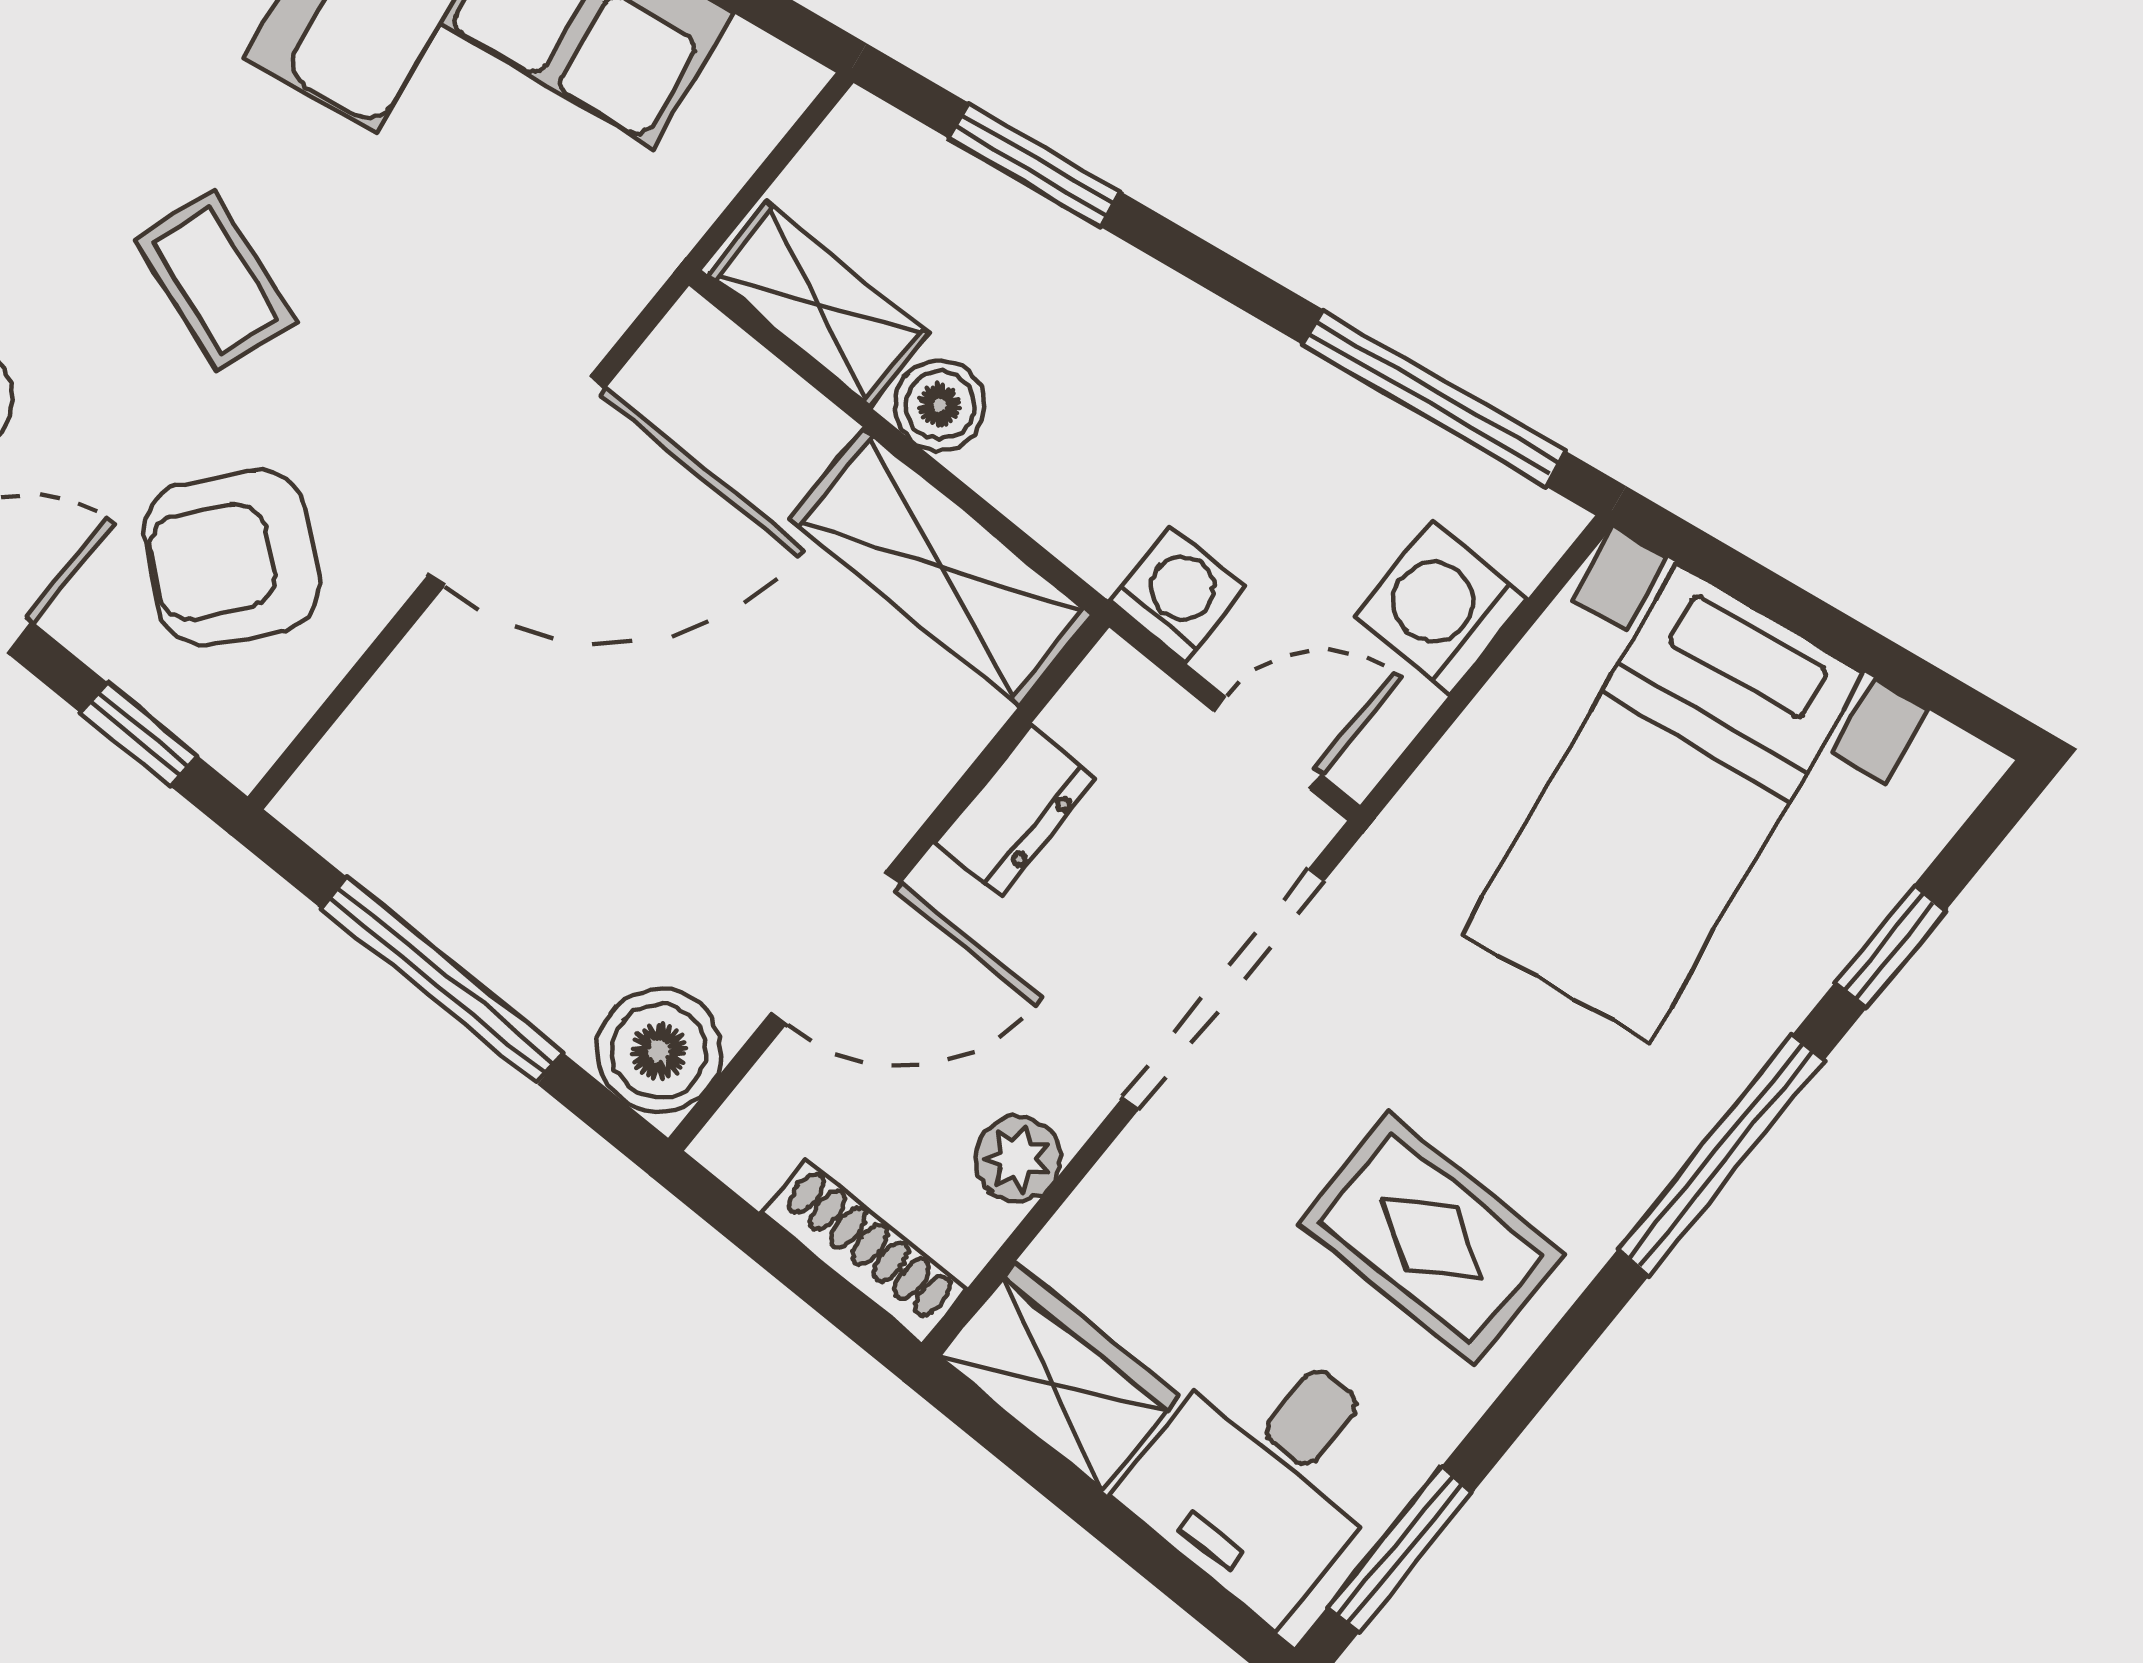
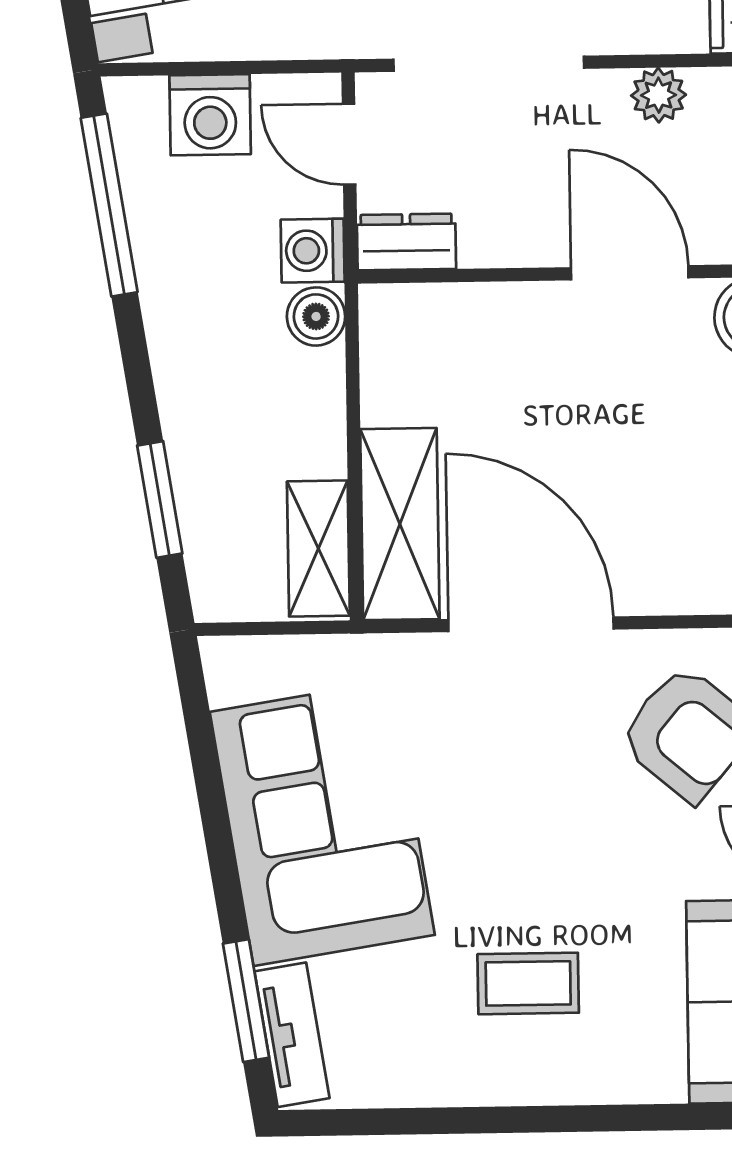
coffee table: (216, 281) -> (528, 983), moved, turned 71
boiler: (940, 405) -> (316, 316), moved
shelving: (941, 567) -> (400, 524), moved
dresser: (1016, 811) -> (406, 242), moved

